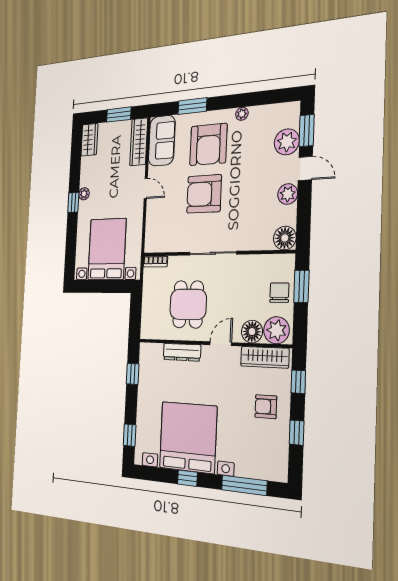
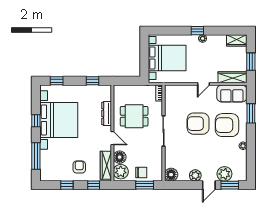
armchair: (204, 194) -> (198, 124), turned -90

